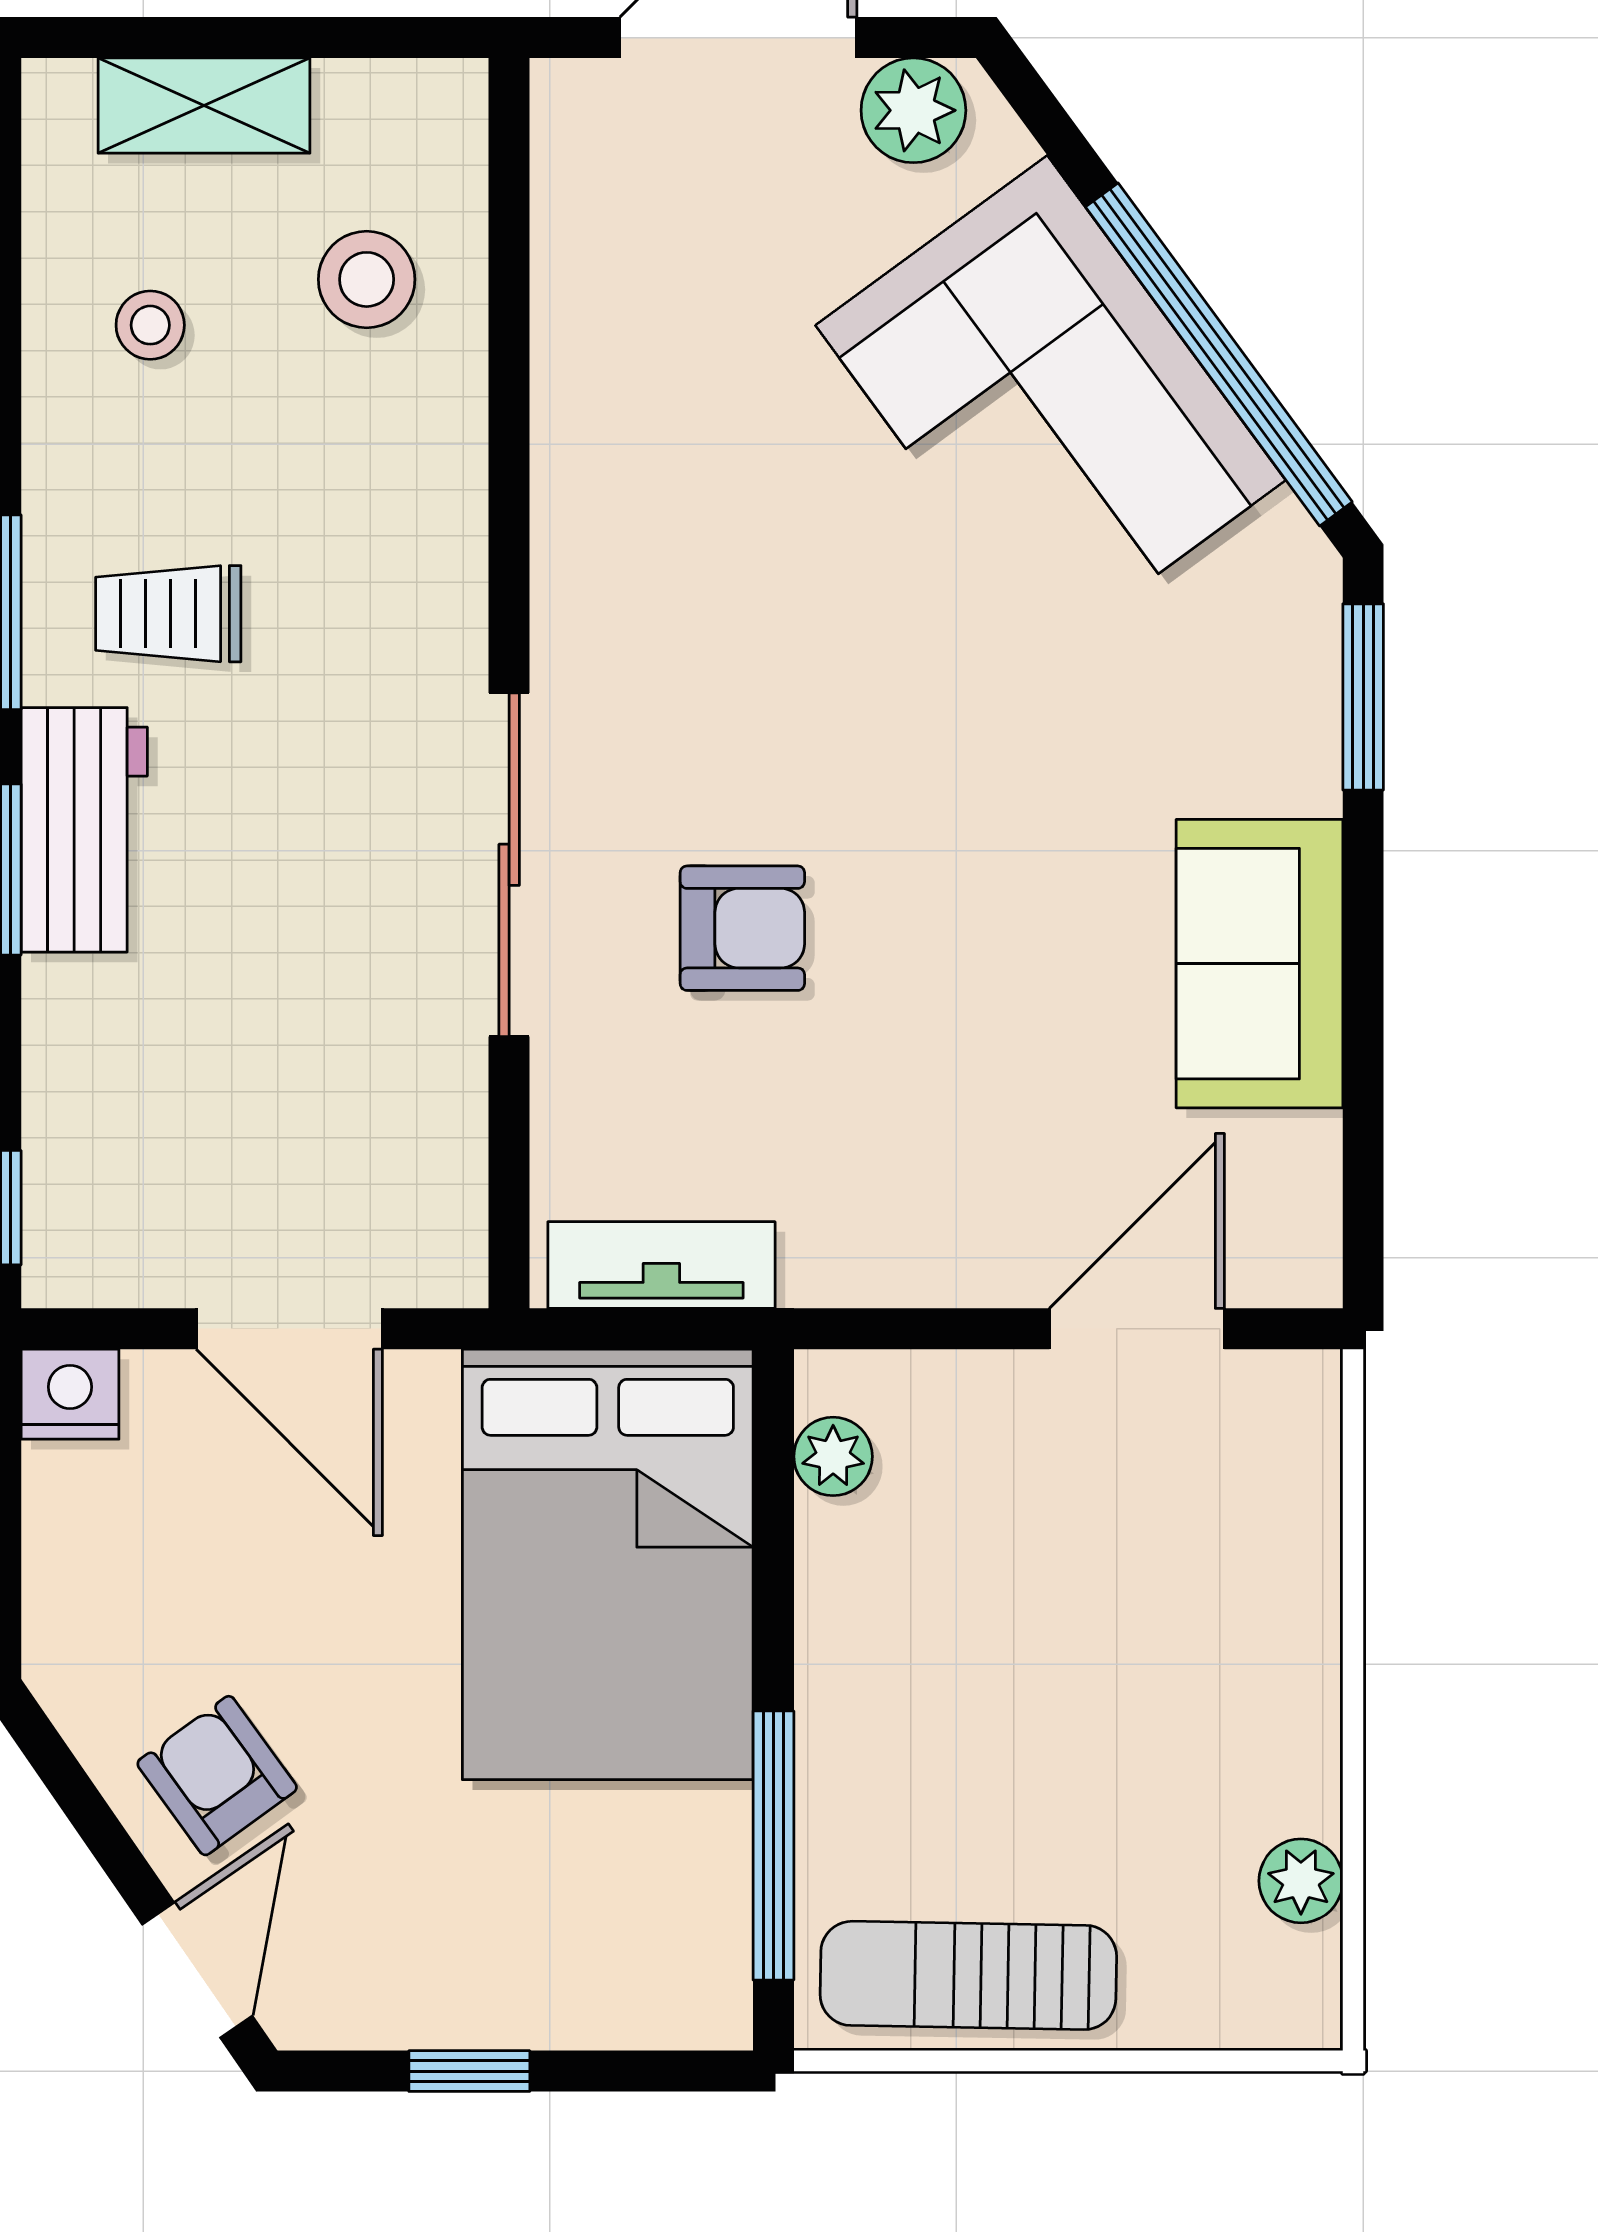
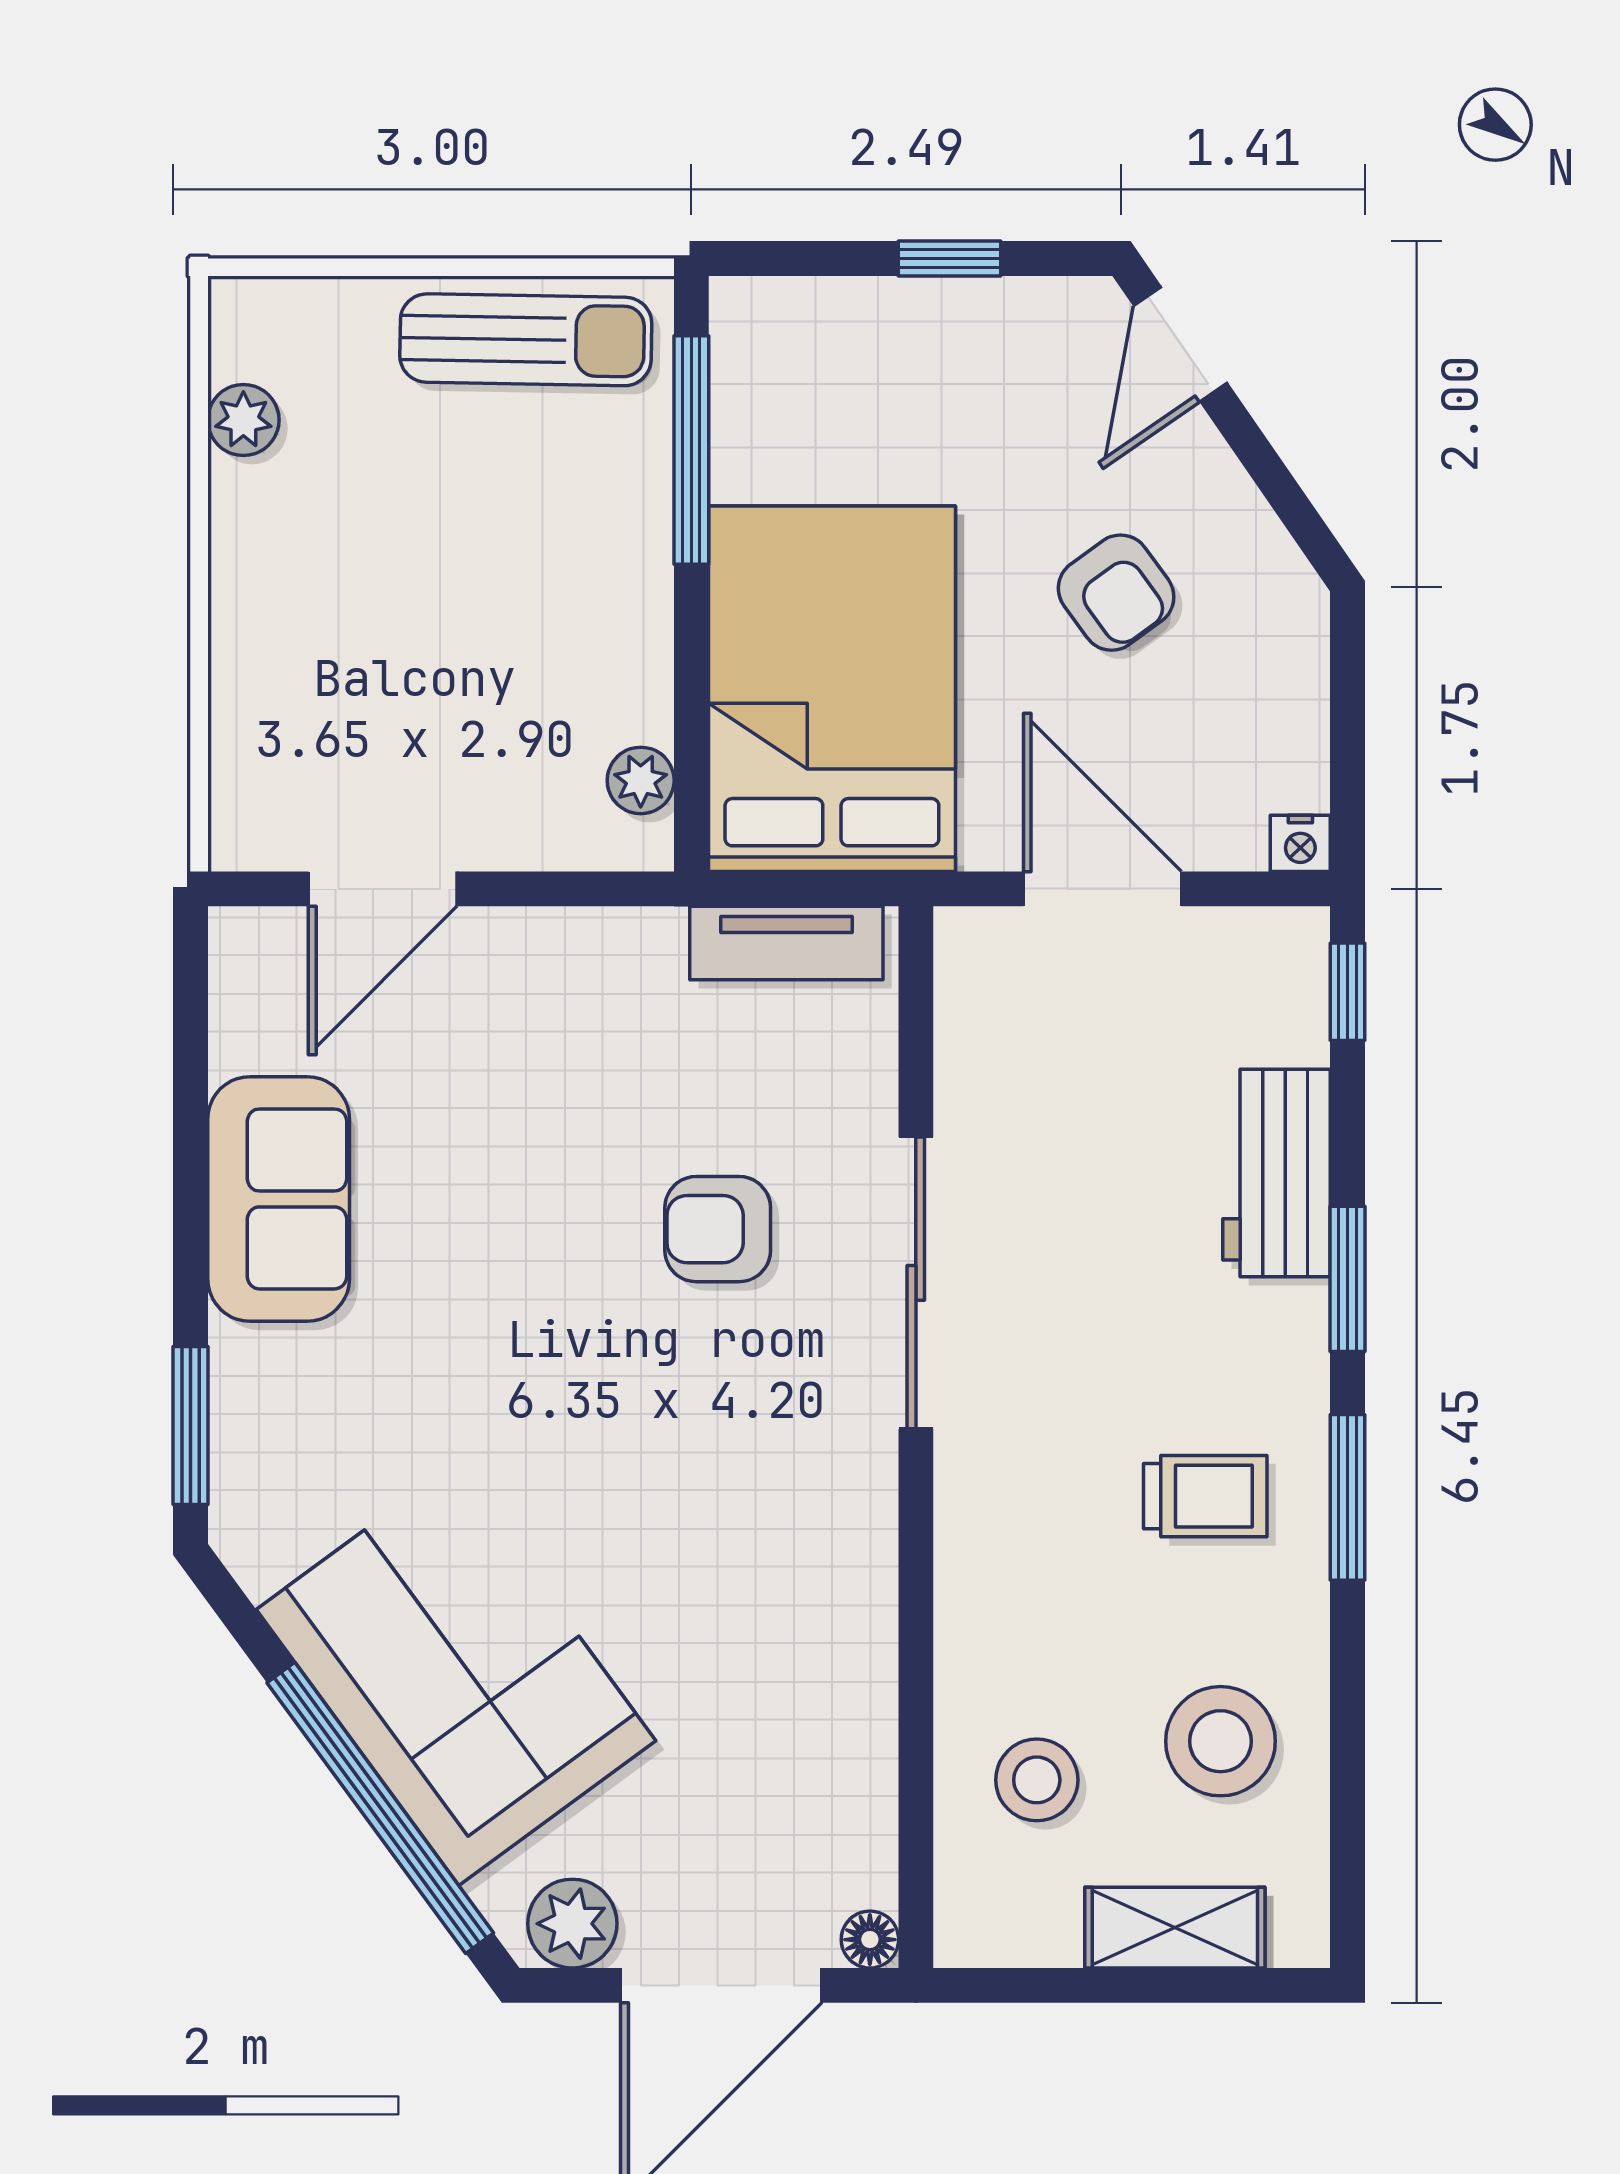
floor lamp: (563, 92) -> (870, 1940), added
stool: (150, 325) -> (1221, 1741), width x1.89, depth x1.89
window: (1219, 354) -> (380, 1808), moved
workbench: (84, 830) -> (1277, 1173), moved
nightstand: (70, 1394) -> (1300, 843), width x0.72, depth x0.74
armchair: (217, 1776) -> (1116, 593), moved

